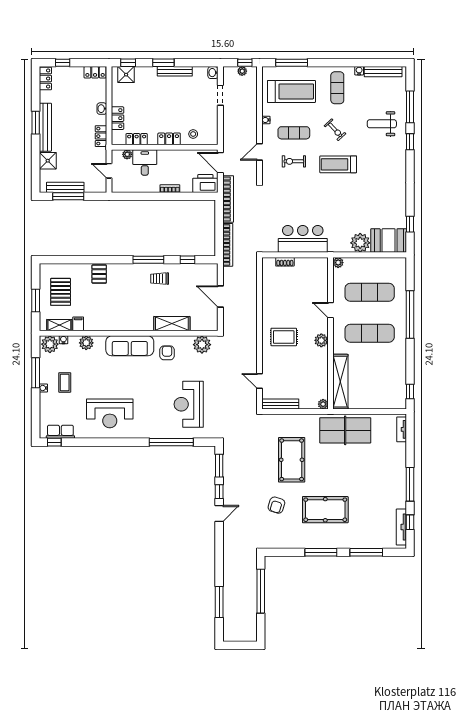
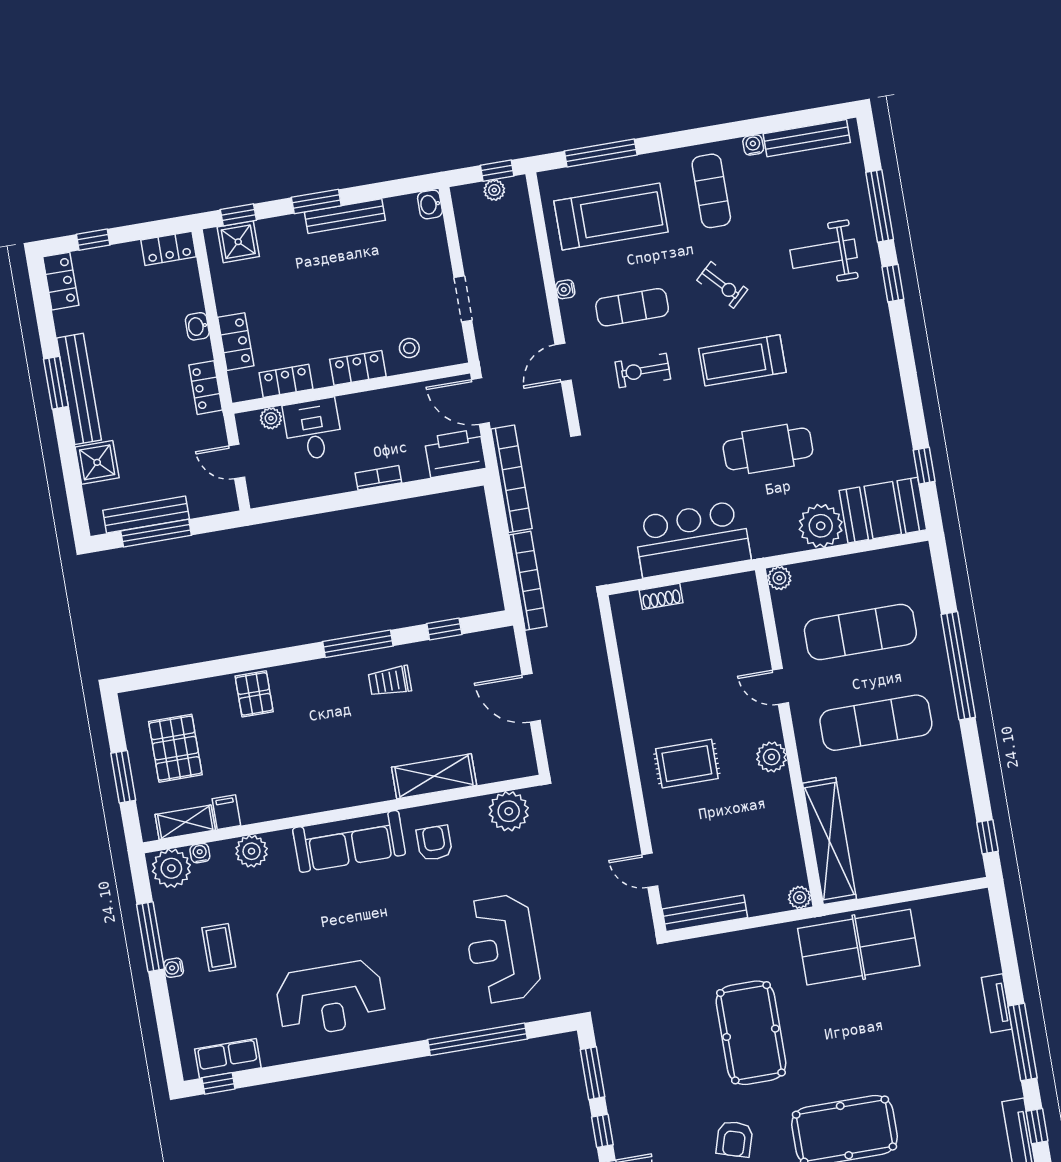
doorway: (220, 95) -> (463, 299), moved
cafe table: (343, 205) -> (768, 449), added
tv unit: (402, 429) -> (997, 1003), moved

